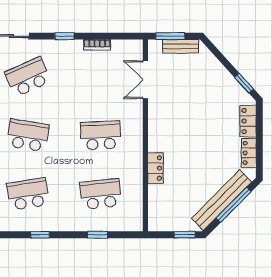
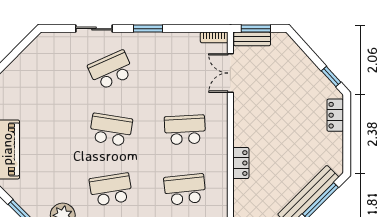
window: (64, 36) -> (148, 29), width x1.50
bookcase: (97, 45) -> (214, 37), moved
bench: (181, 46) -> (252, 39), moved
locker: (249, 153) -> (336, 148), removed

